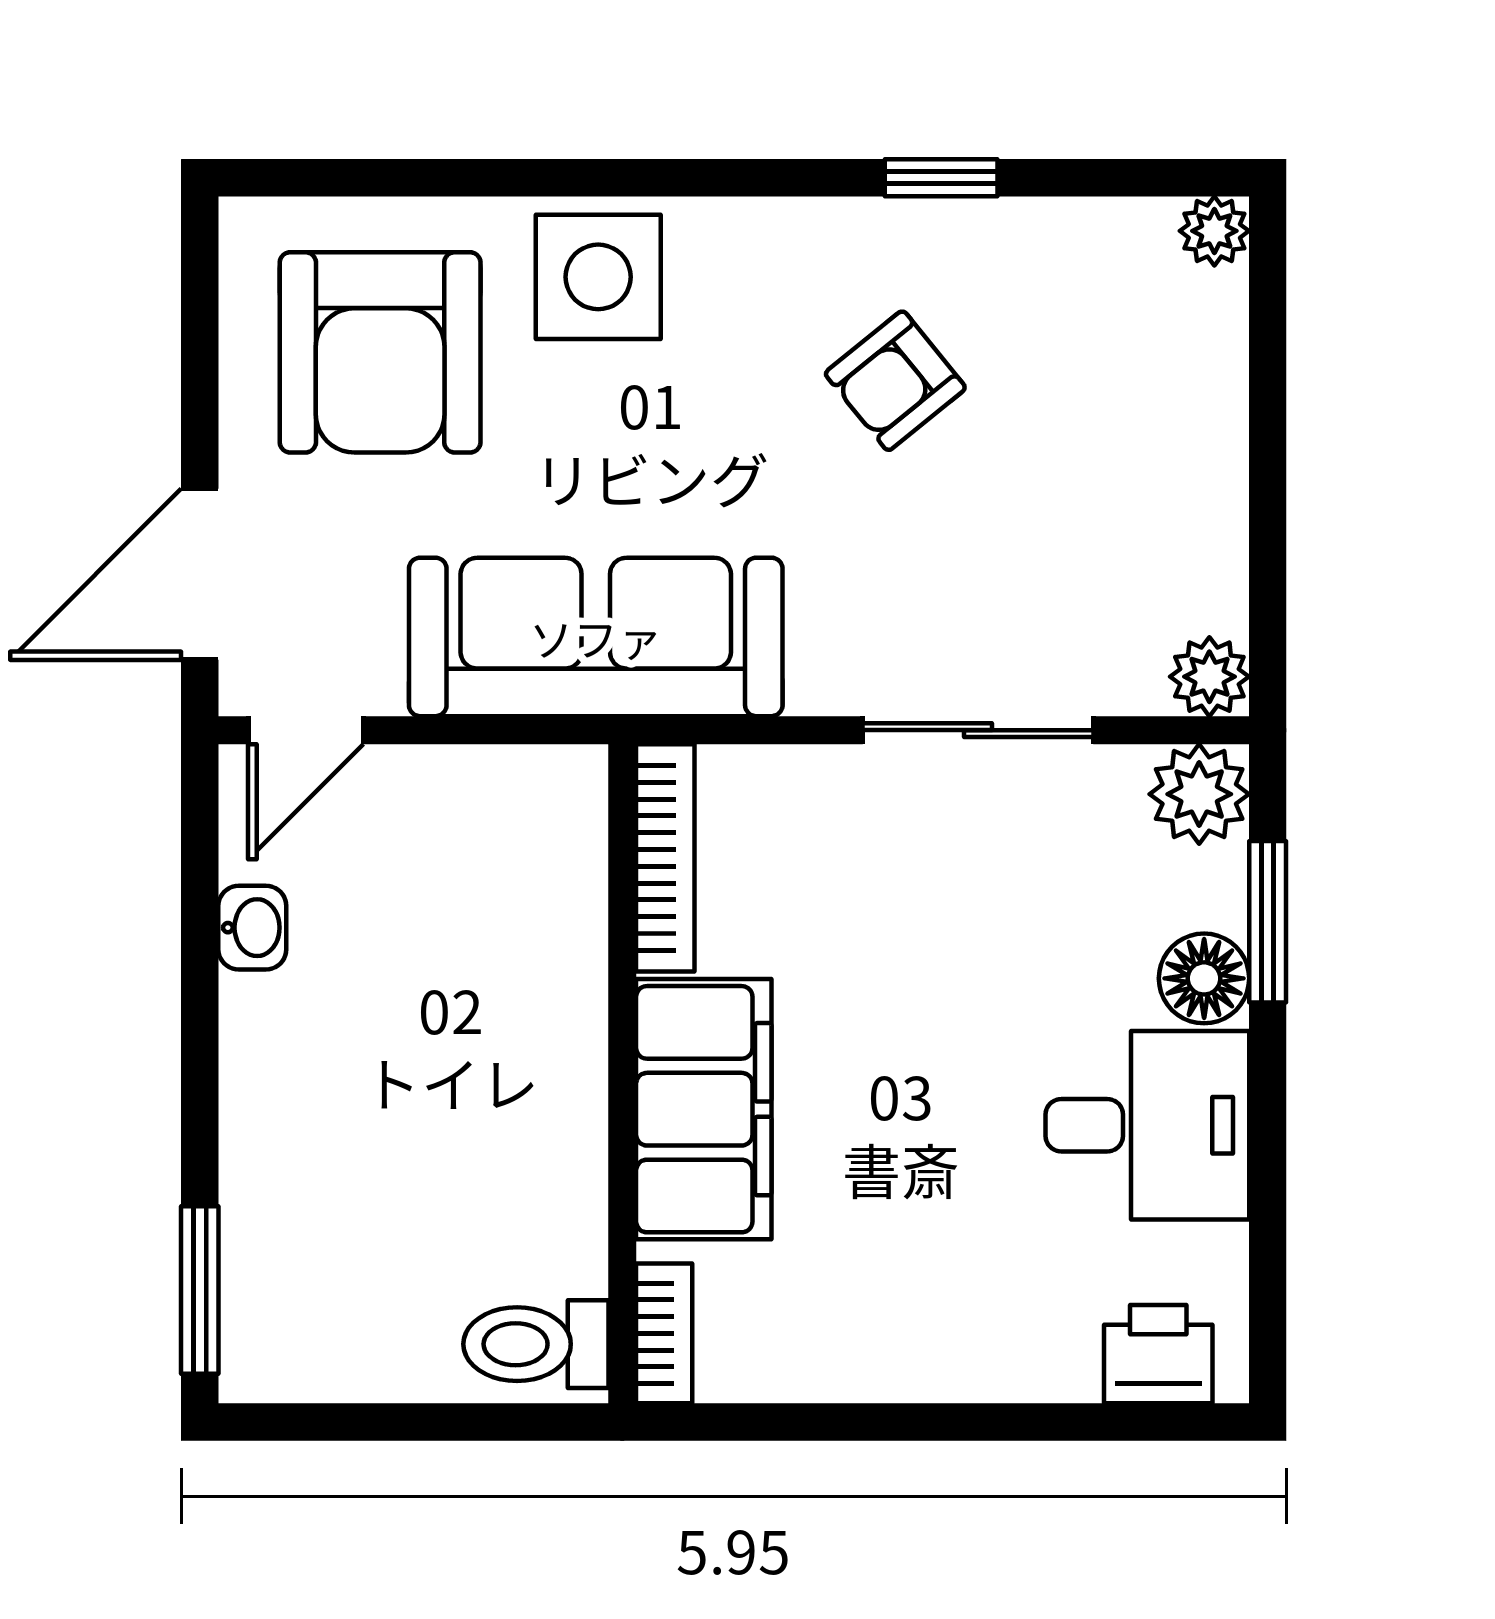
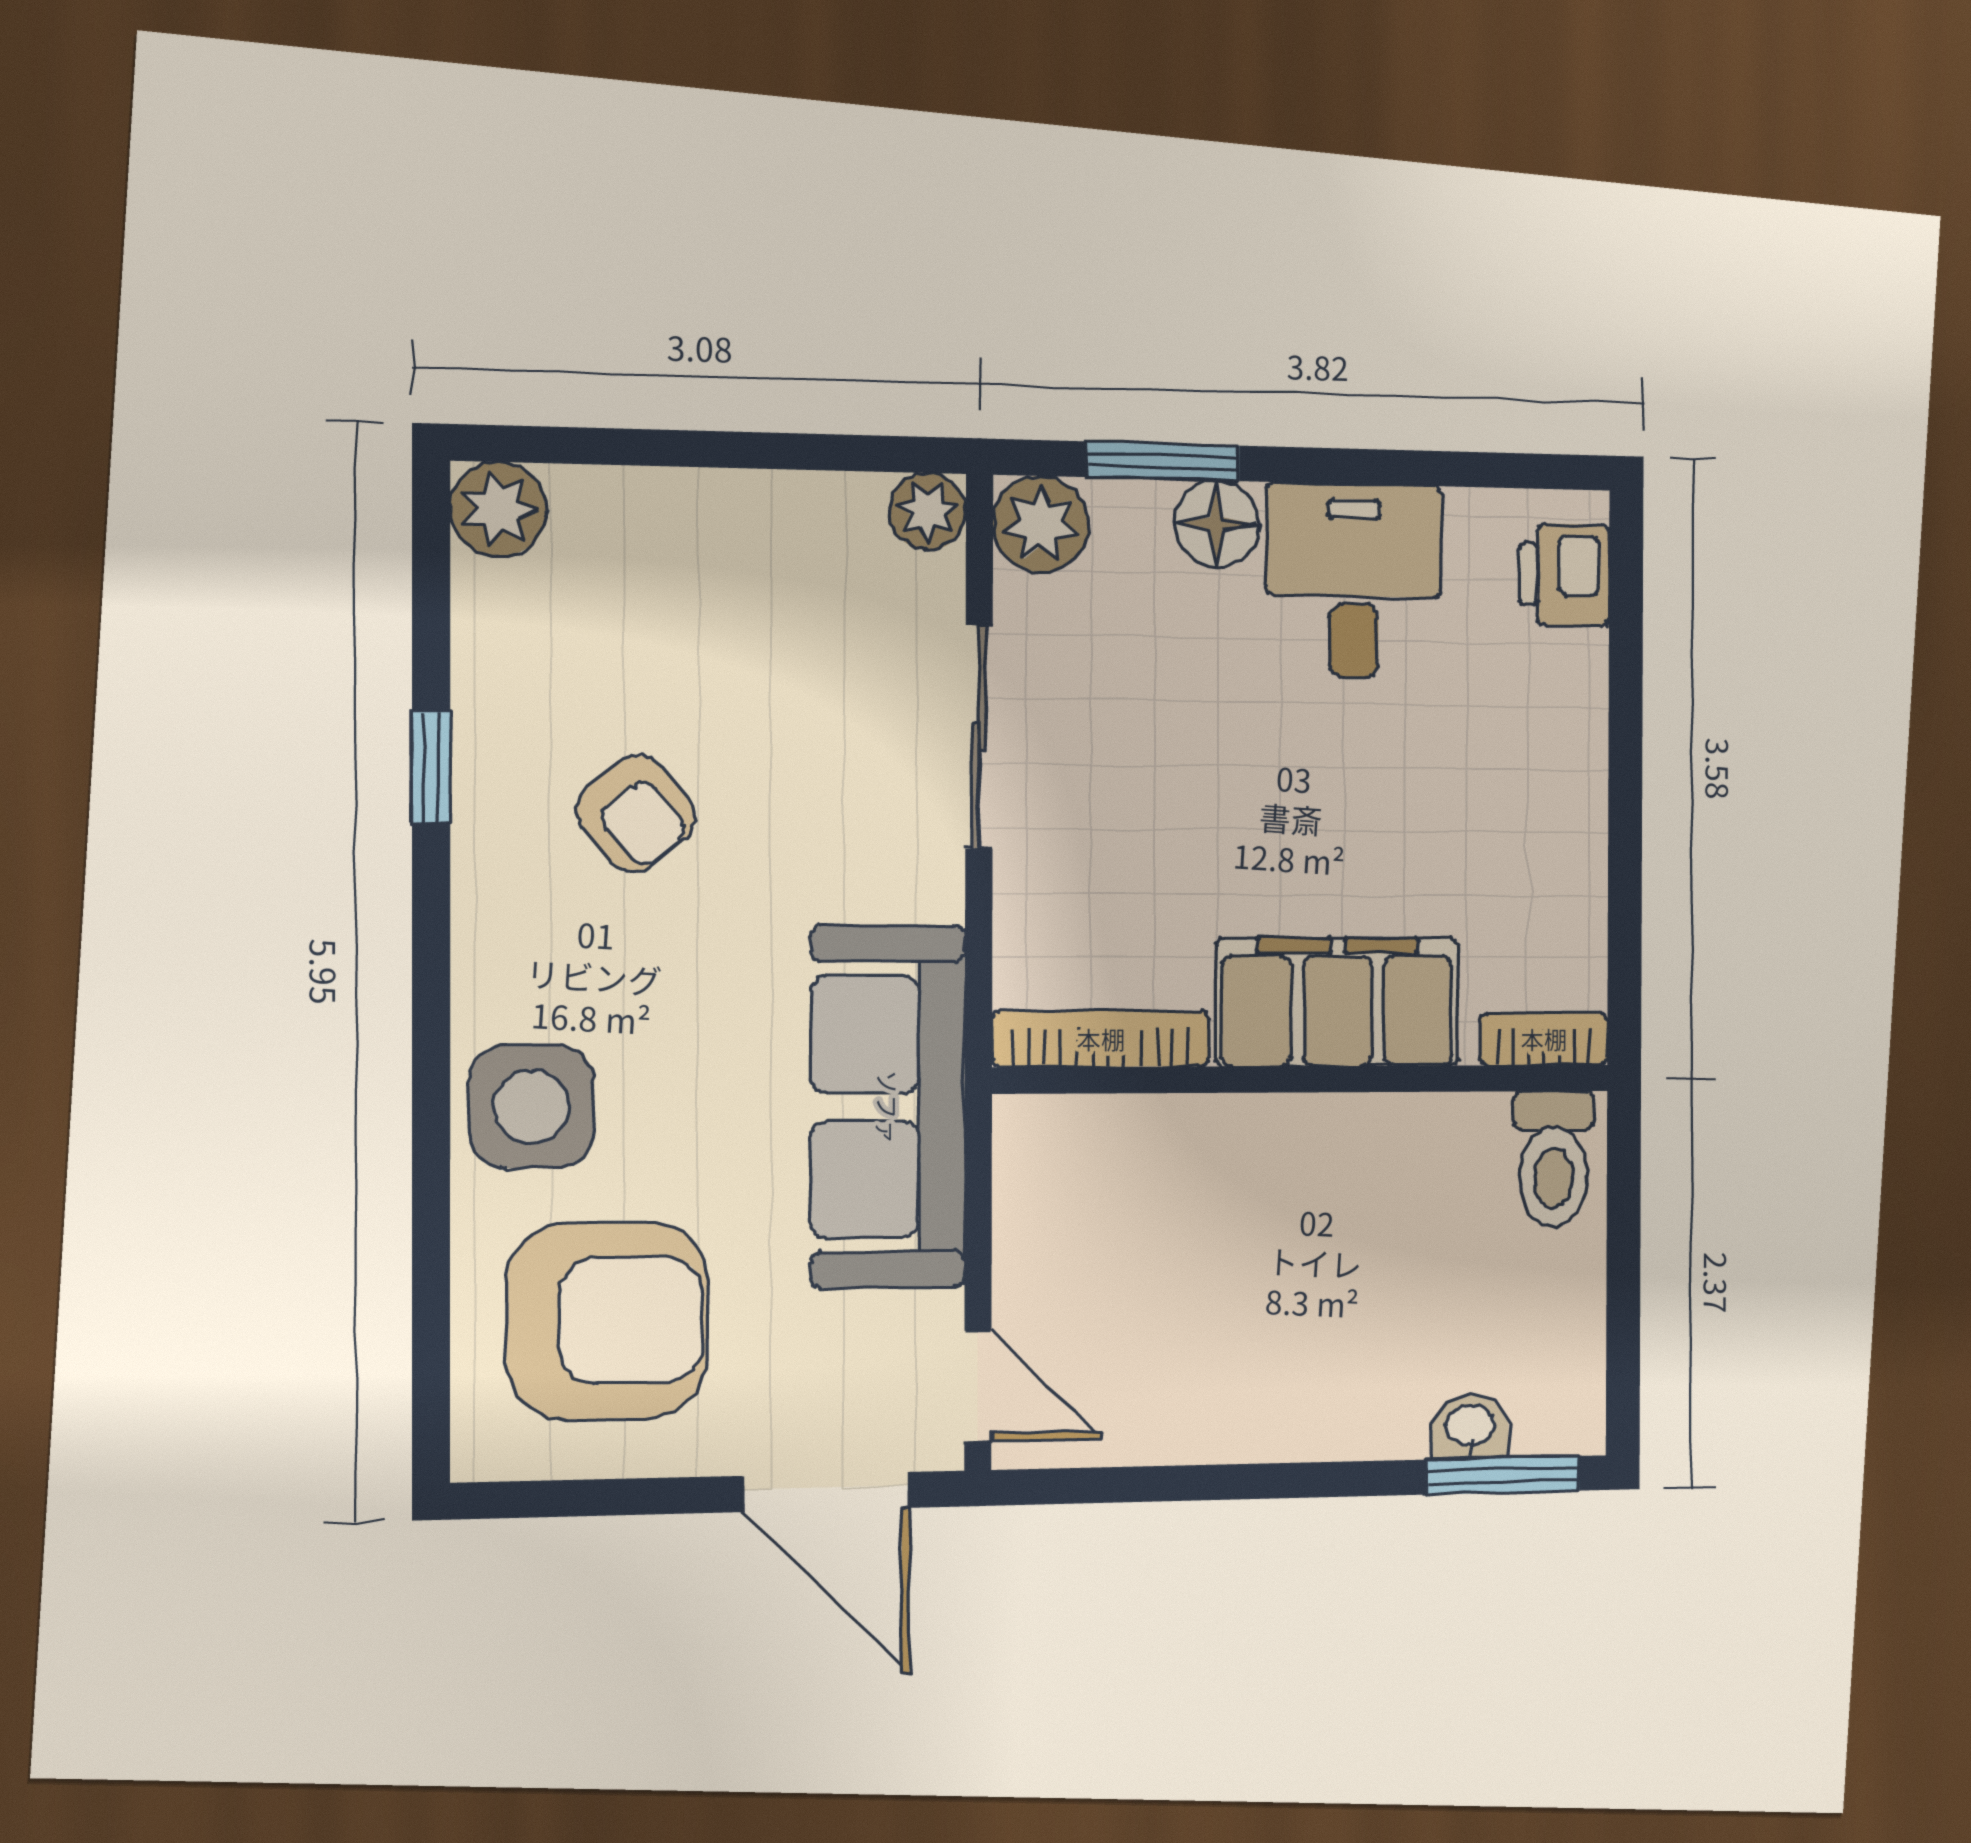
plant: (1214, 231) -> (499, 509), width x1.38, depth x1.38
washbasin: (252, 928) -> (1470, 1427), moved

